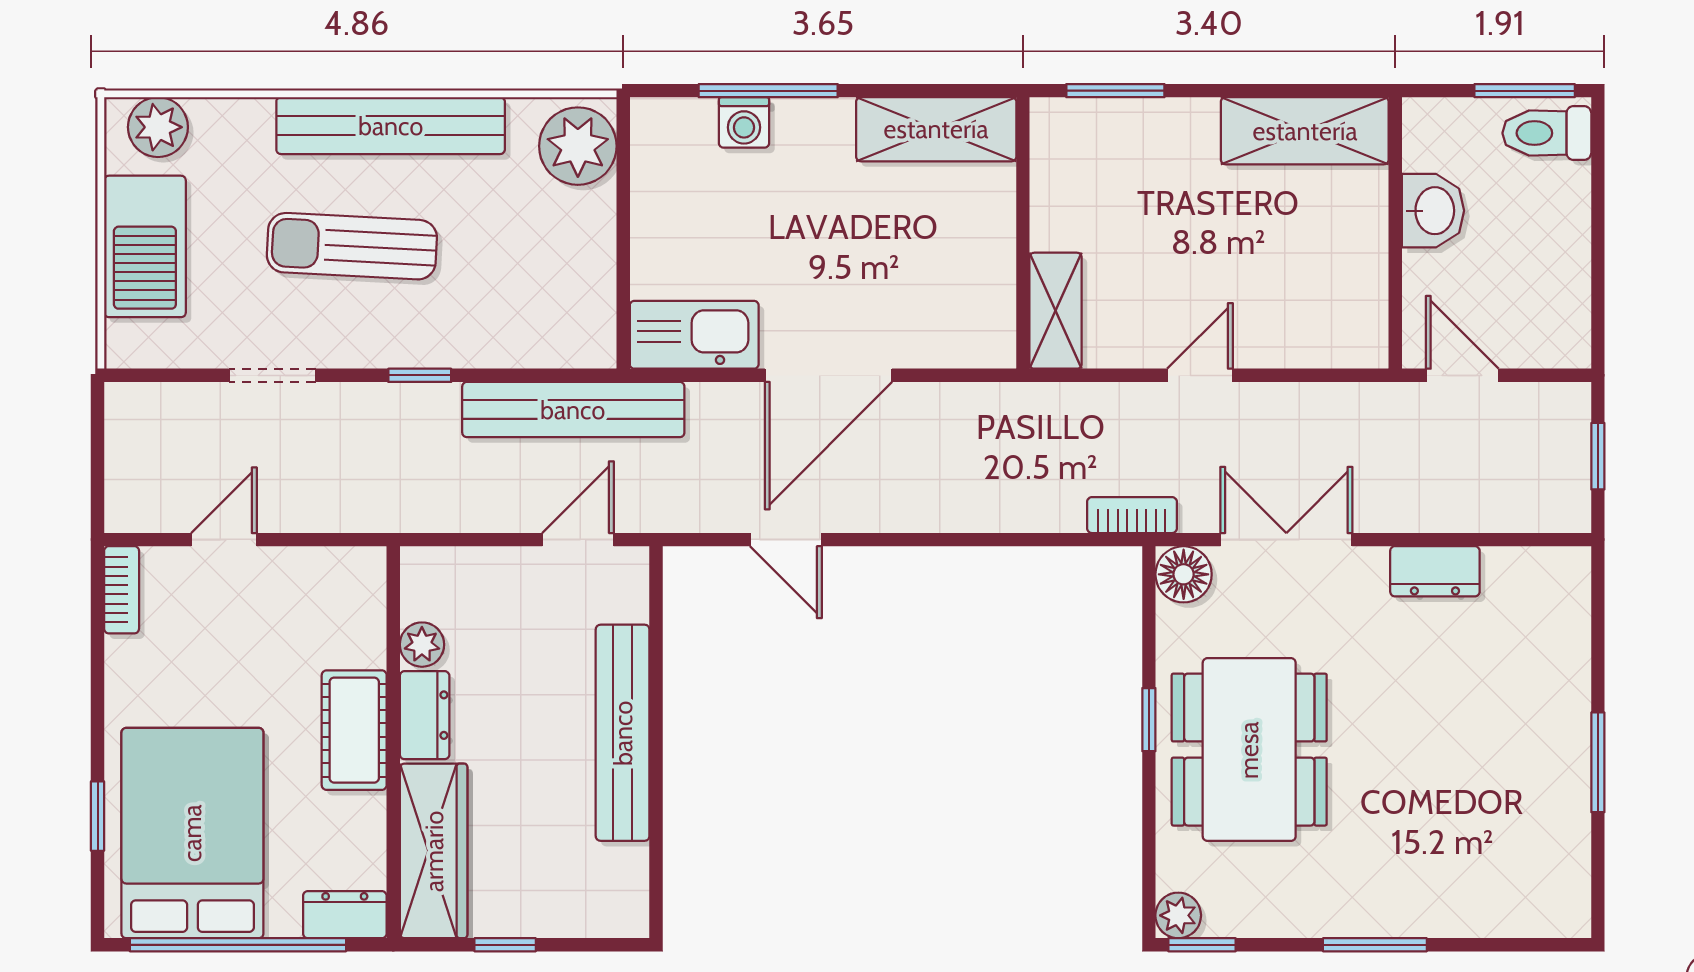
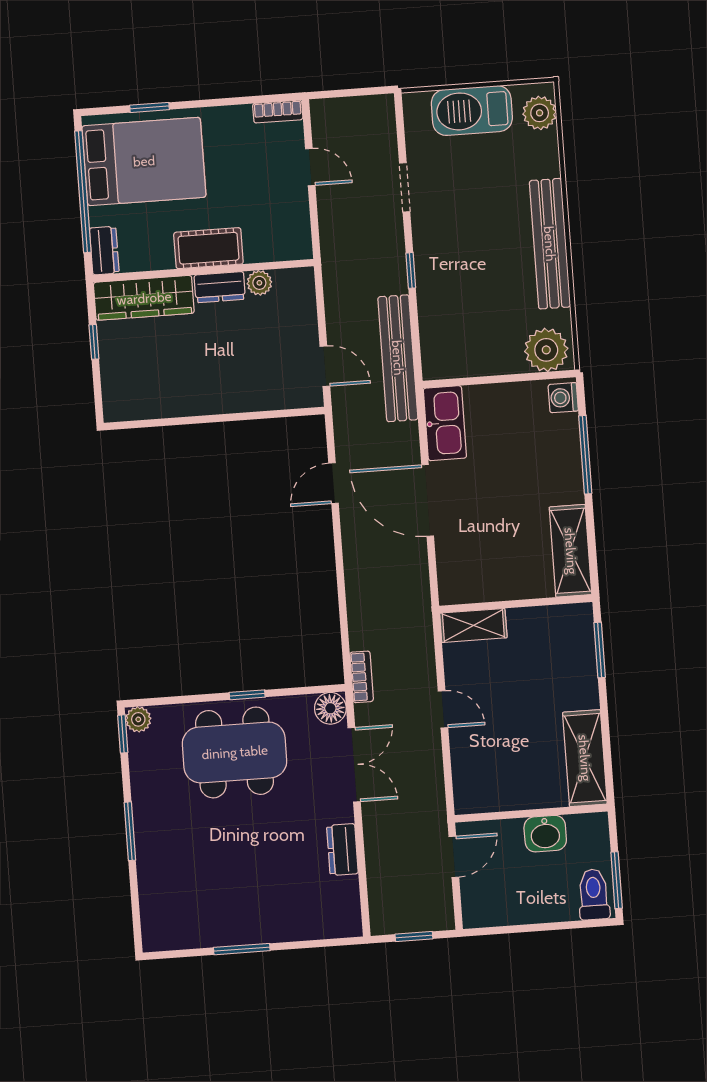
washing machine: (744, 122) -> (563, 398), moved
sun lounger: (352, 246) -> (481, 227), removed
bench: (623, 733) -> (218, 399), removed

